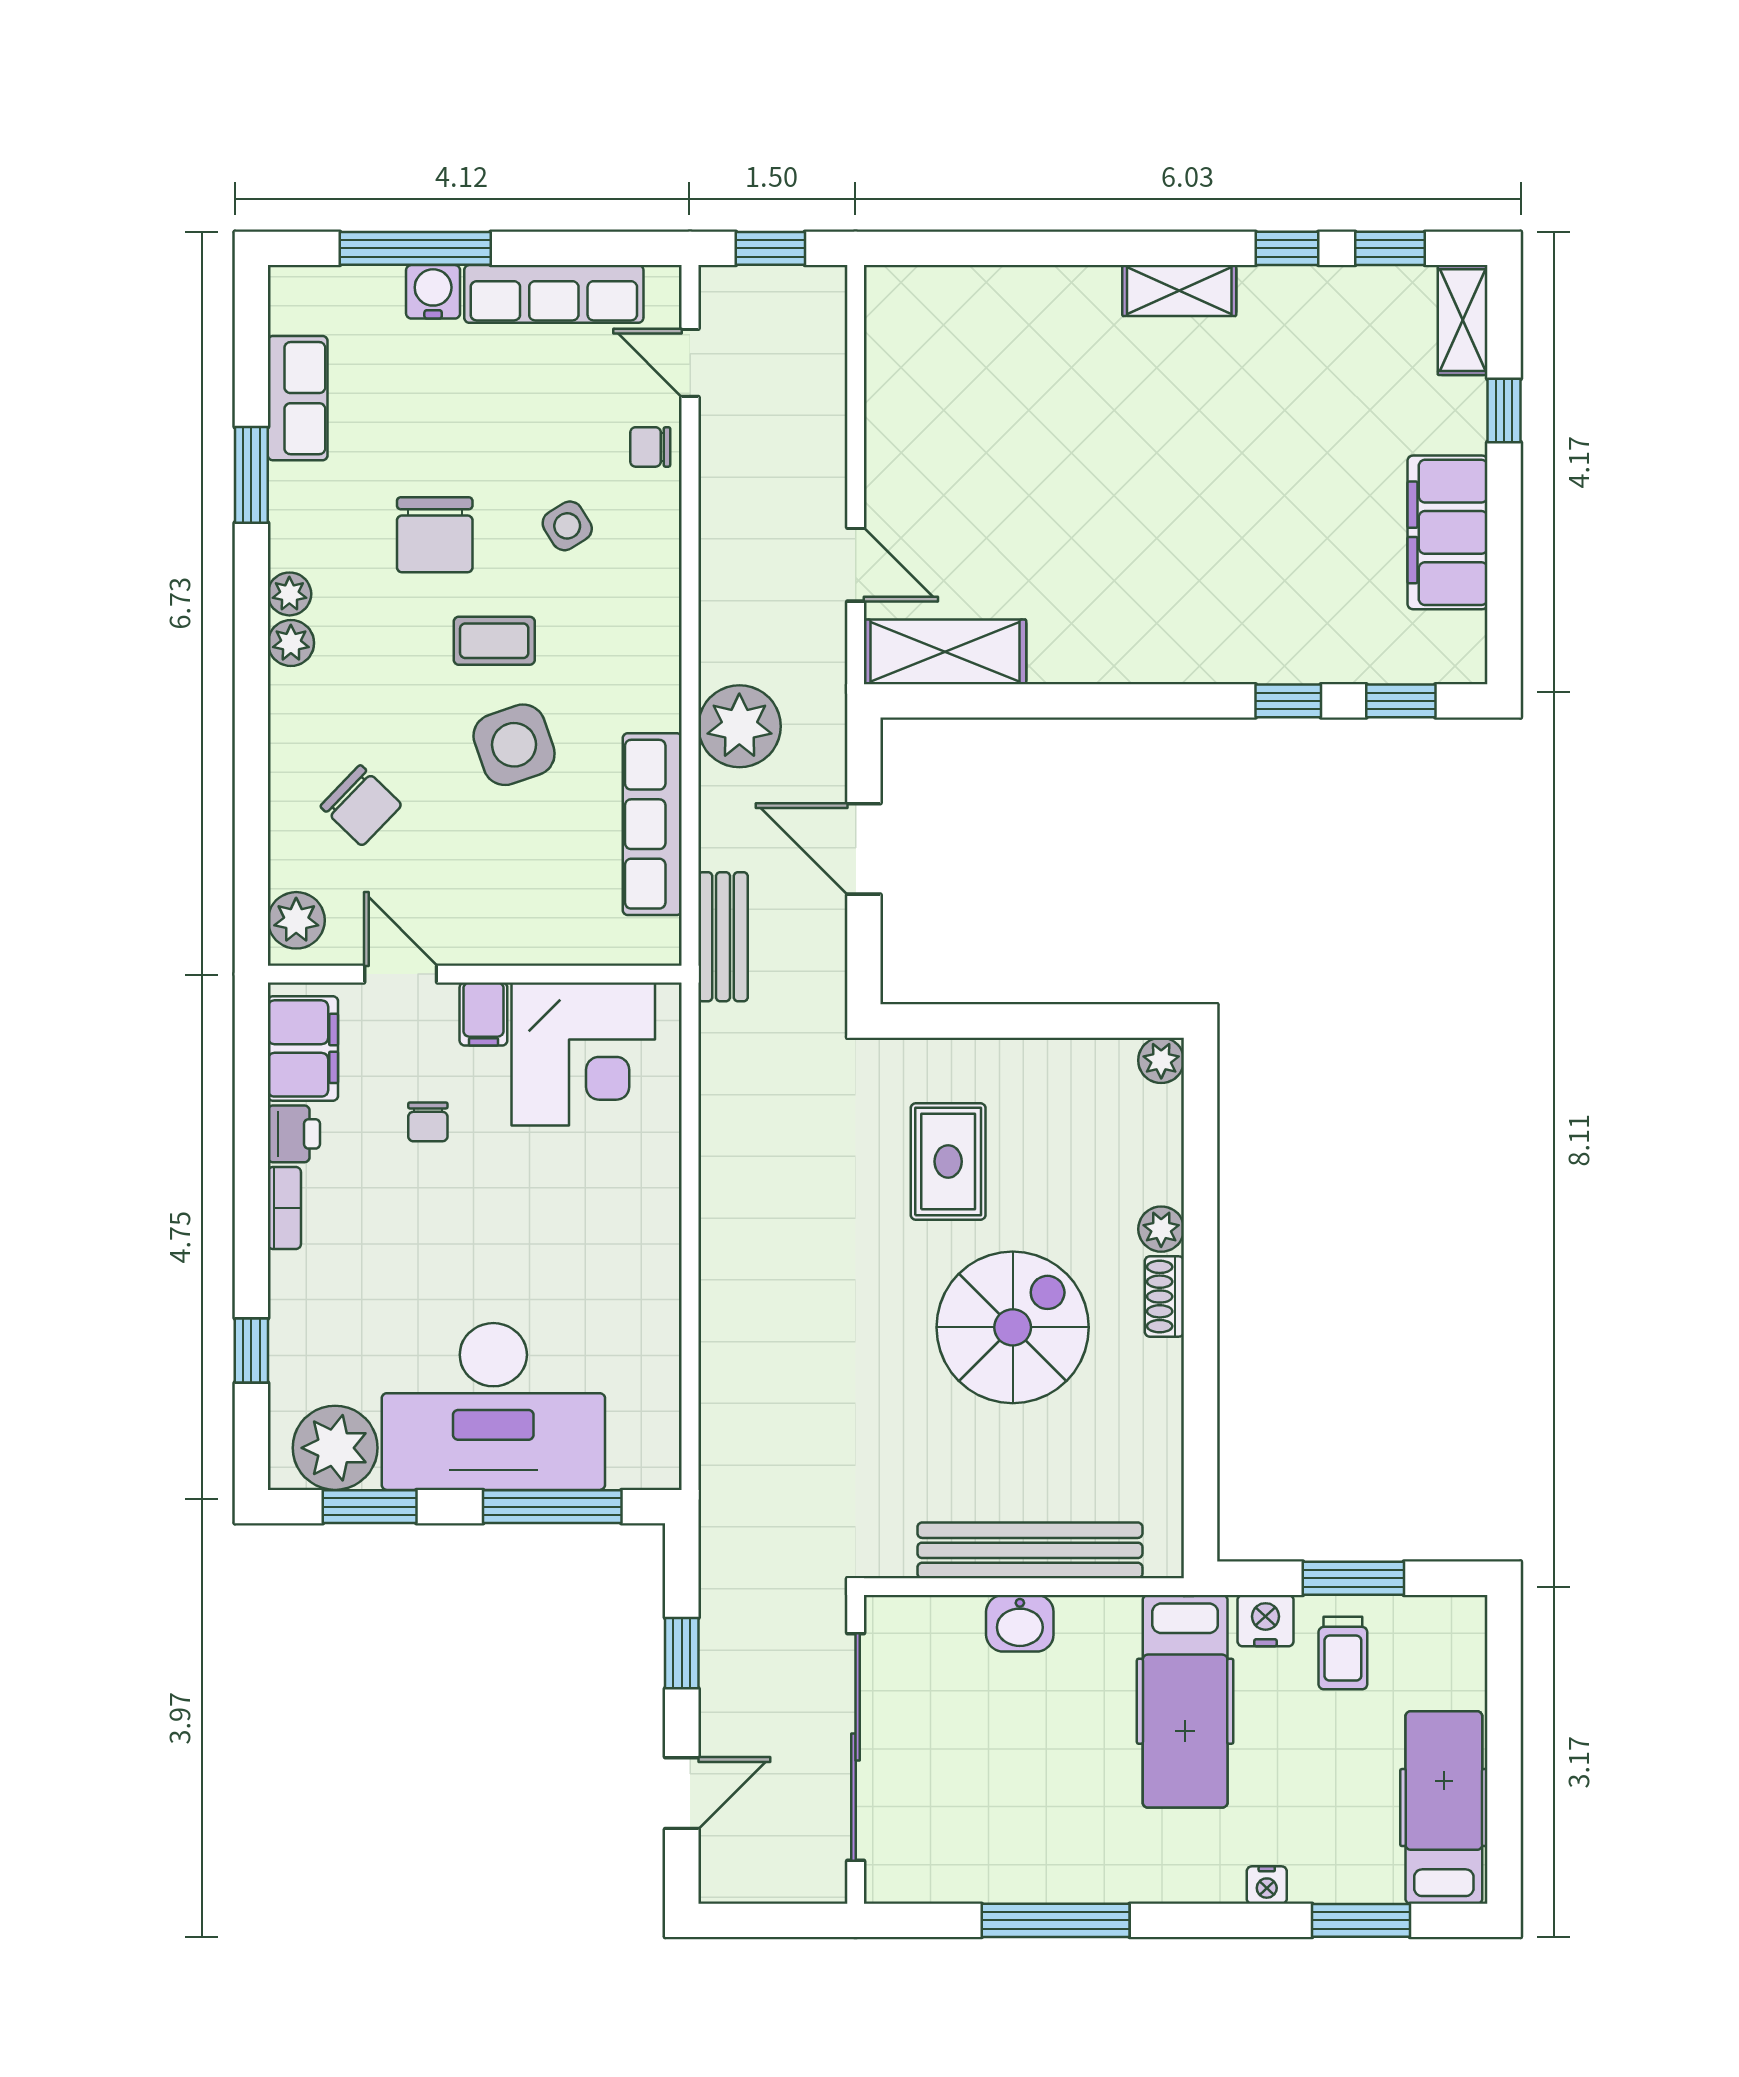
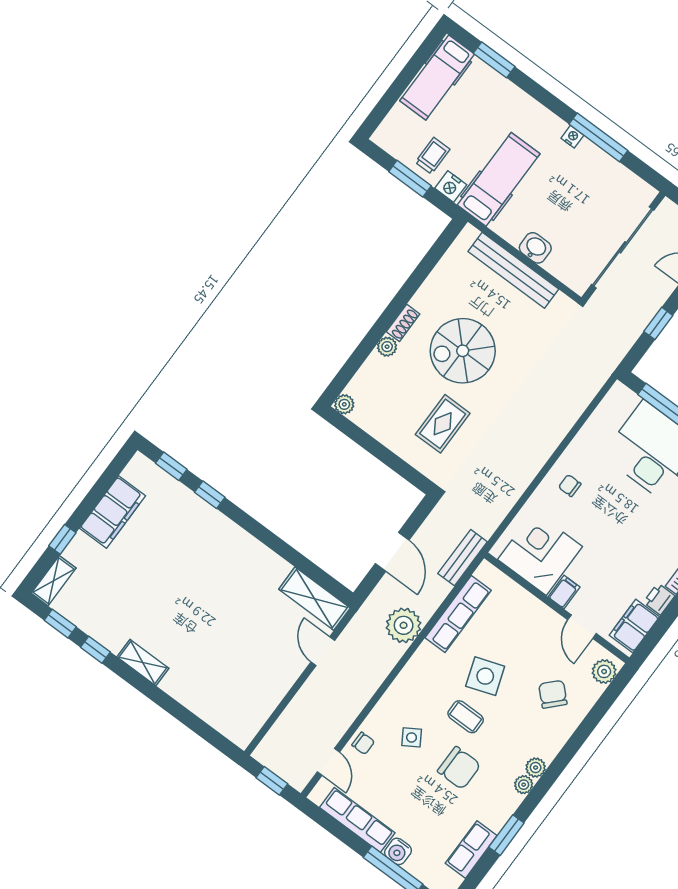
chair: (435, 535) -> (459, 768), turned 90
chair: (428, 1122) -> (570, 486), moved, turned -90
nightstand: (1267, 1885) -> (572, 137), moved

